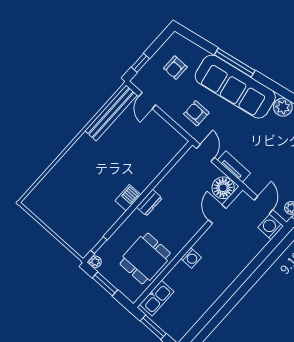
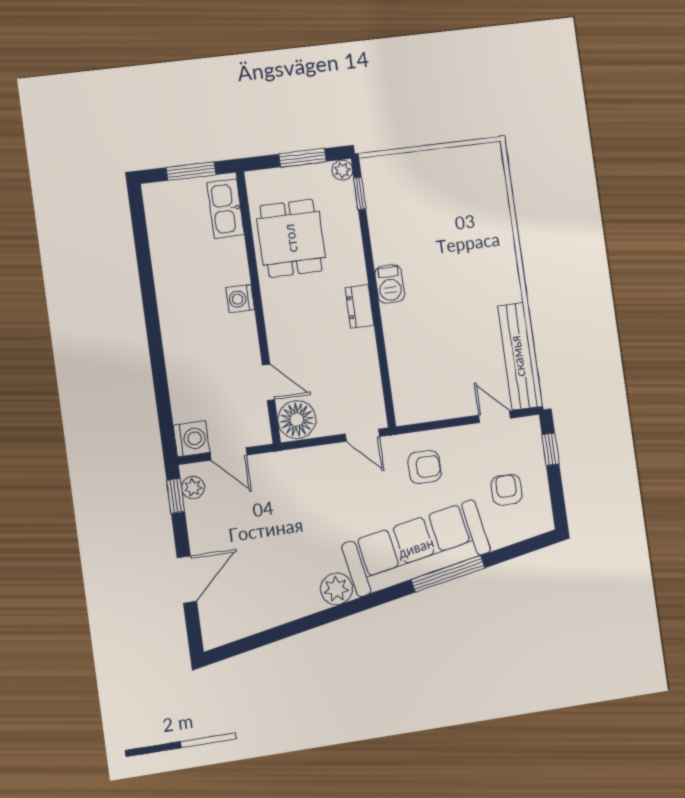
tv unit: (234, 167) -> (313, 457), removed

